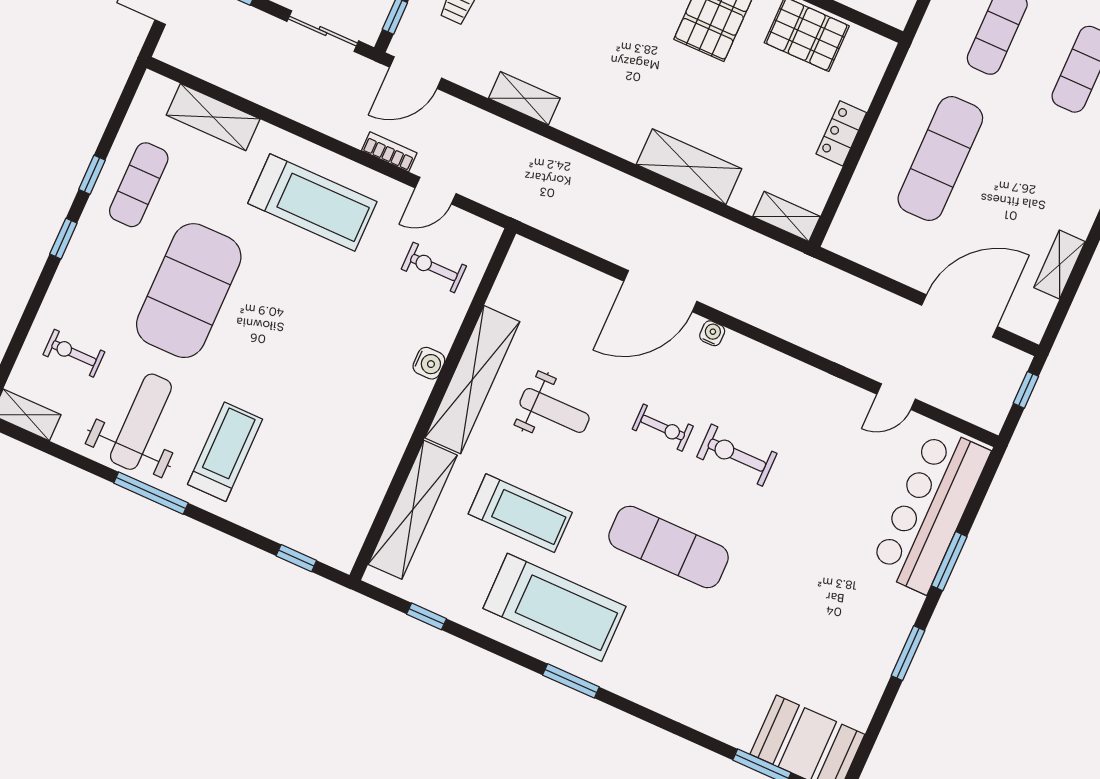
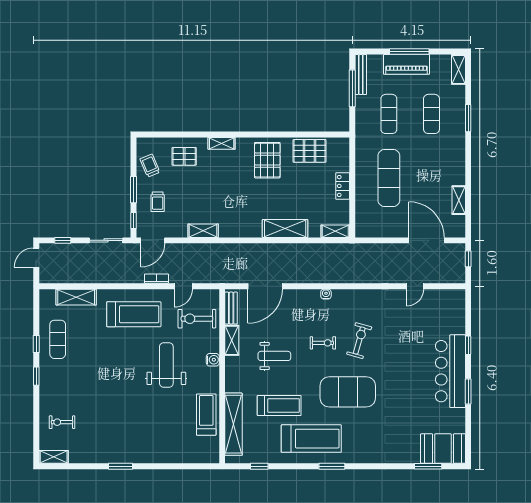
exercise bike: (434, 267) -> (197, 319), width x1.38, depth x1.39
bench: (511, 277) -> (231, 308), added
exercise mat: (189, 291) -> (98, 374), removed
door: (660, 291) -> (265, 286), moved
door: (960, 316) -> (426, 240), hinge flipped
shelving: (472, 380) -> (232, 340), width x0.45, depth x0.75
weight bench: (141, 422) -> (166, 365), moved
treadmill: (225, 452) -> (206, 415), moved
exercise bike: (737, 455) -> (359, 341), turned 106
window: (151, 493) -> (121, 466), width x0.69
bar counter: (930, 510) -> (450, 371), moved
exercise mat: (669, 547) -> (348, 392), width x1.47
window: (296, 558) -> (194, 466), removed
window: (949, 561) -> (468, 345), width x0.67

